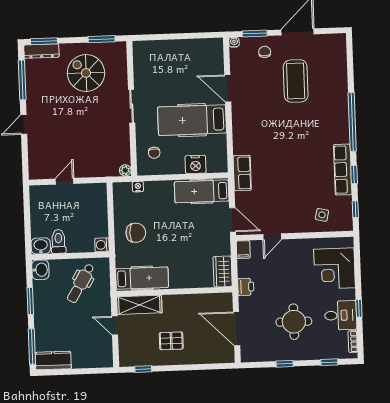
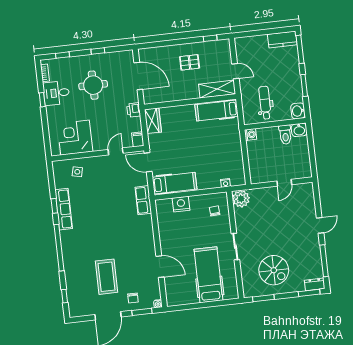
dresser: (41, 51) -> (315, 284), width x0.70
hospital bed: (192, 120) -> (208, 275), moved, turned -90
plant: (125, 170) -> (241, 199), width x1.88, depth x1.88
window: (355, 209) -> (65, 296), moved
chair: (136, 233) -> (224, 146), removed
corner desk: (335, 268) -> (75, 138), moved, turned -90
dental chair: (81, 283) -> (265, 103), turned -31

